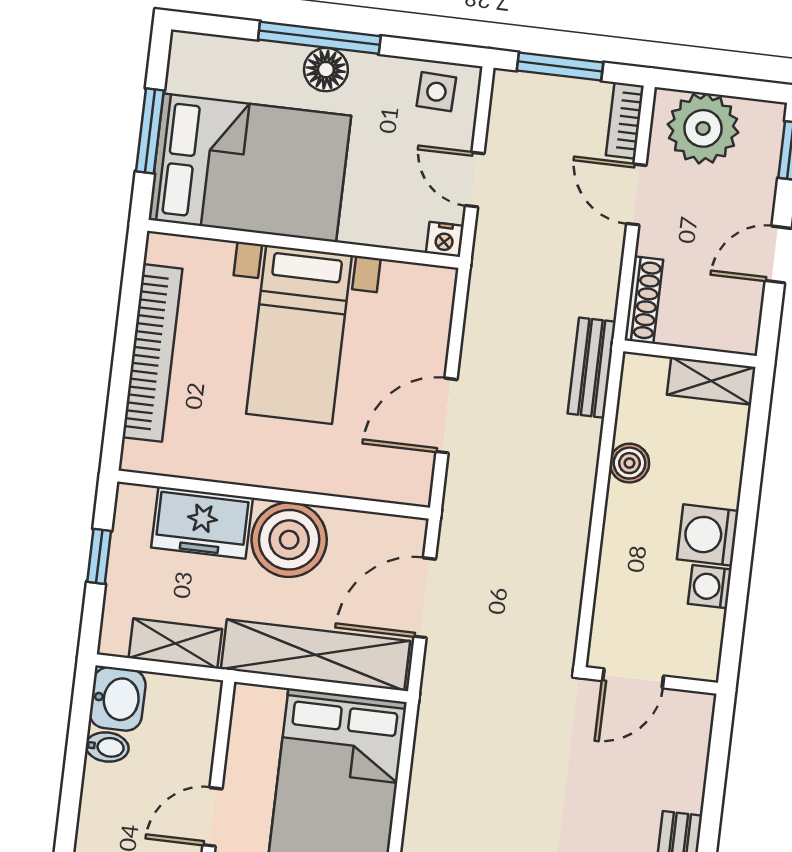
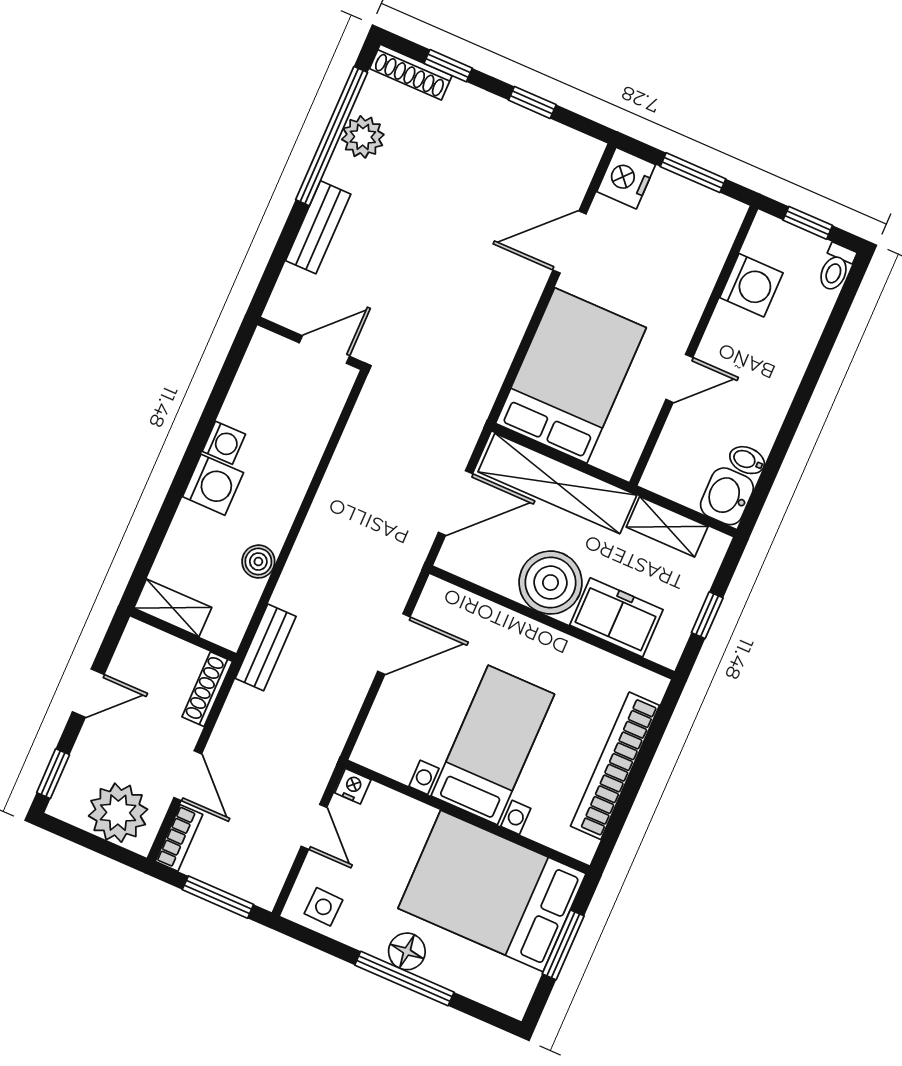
door: (633, 678) -> (324, 350), moved
wall: (651, 680) -> (310, 343), moved

